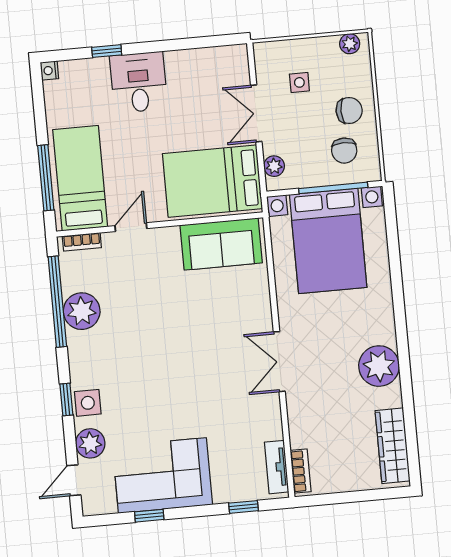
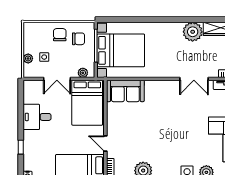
plant: (350, 44) -> (28, 58), moved
desk: (139, 82) -> (37, 117), moved
sofa: (221, 244) -> (125, 91), moved, turned 90
double door: (279, 362) -> (194, 79), moved
plant: (379, 366) -> (193, 32), moved

